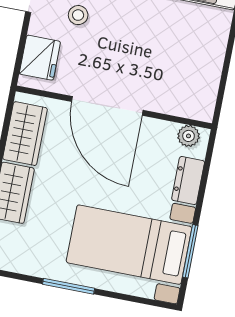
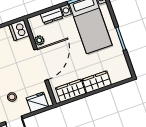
dishwasher: (197, 103) -> (19, 30), added
plant: (189, 136) -> (39, 40), moved

